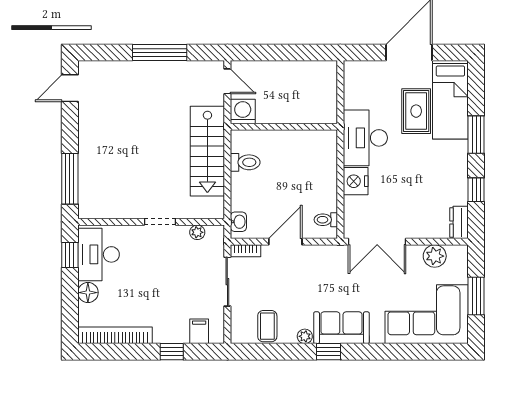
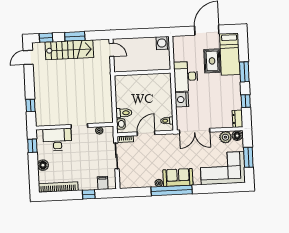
window: (105, 52) -> (46, 38), added
window: (160, 52) -> (75, 36), width x0.69
washing machine: (243, 111) -> (163, 43), moved, turned -90
stairs: (207, 151) -> (69, 50), moved, turned -90
toilet: (245, 162) -> (124, 113), moved
window: (70, 179) -> (30, 105), width x0.46
desk: (99, 254) -> (57, 140), moved, turned 90
floor lamp: (457, 254) -> (237, 136), added
coffee table: (267, 326) -> (139, 178), removed
window: (329, 352) -> (172, 190), width x3.17

